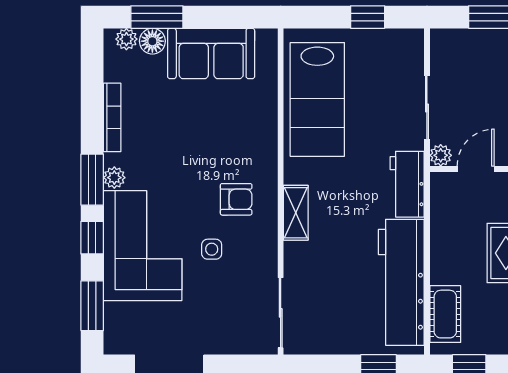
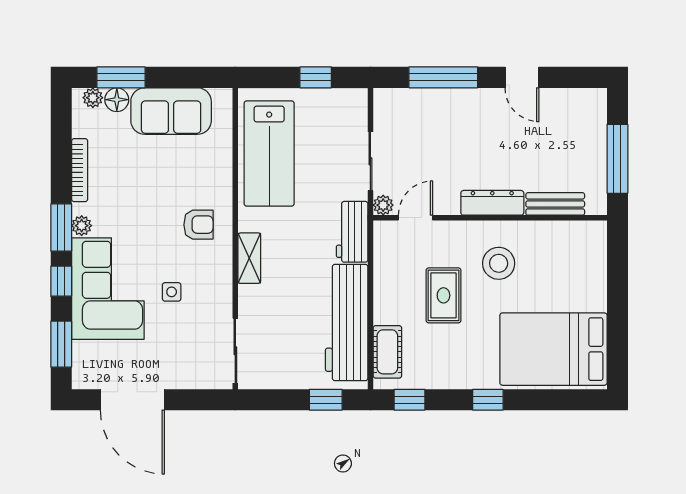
armchair: (236, 199) -> (199, 225), moved

